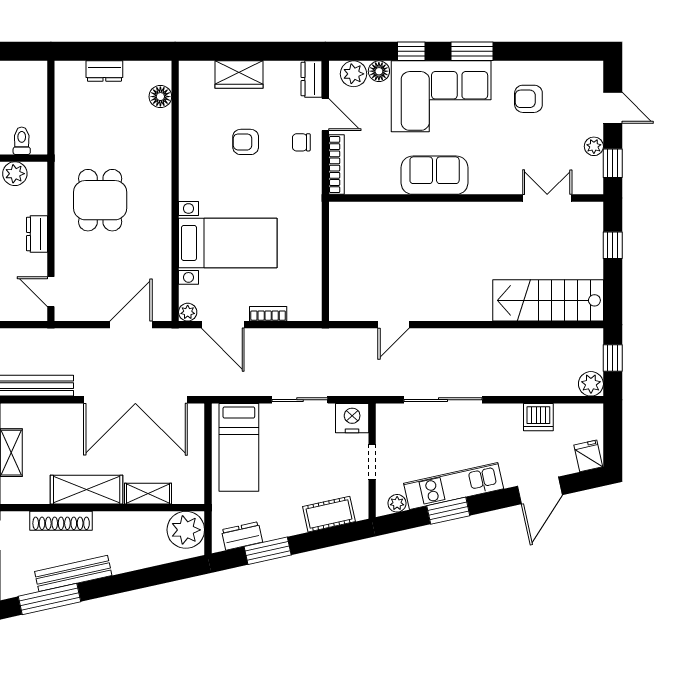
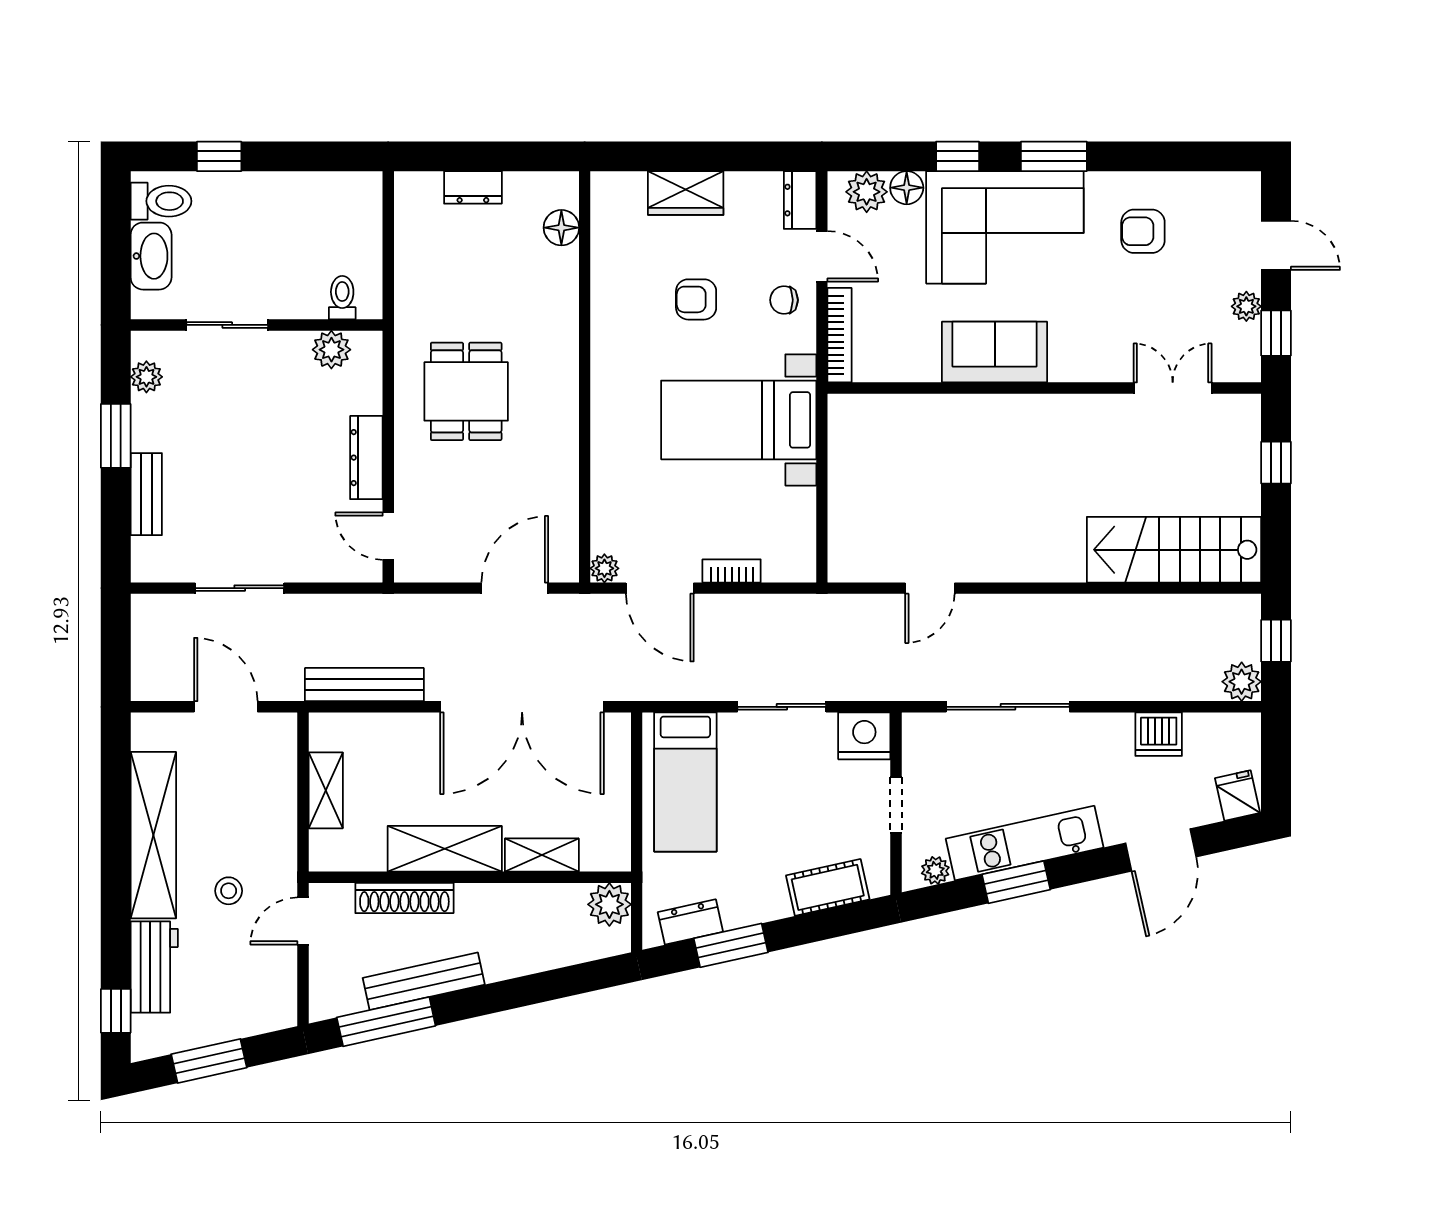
dresser: (37, 234) -> (366, 458), width x1.44
bed with nightstands: (228, 243) -> (739, 420), moved, turned 180
plant: (186, 530) -> (609, 904), width x0.73, depth x0.73

